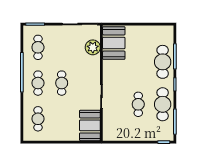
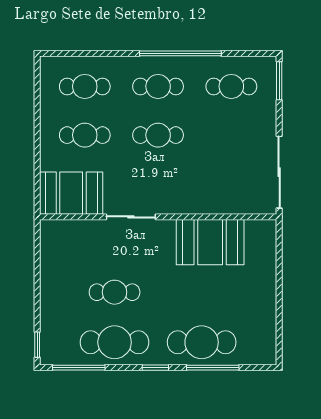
booth: (114, 43) -> (210, 242), moved
plant: (93, 47) -> (231, 199), removed
cafe table: (62, 119) -> (85, 135), added

